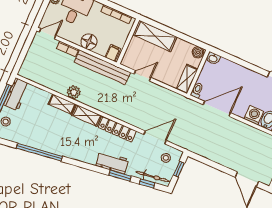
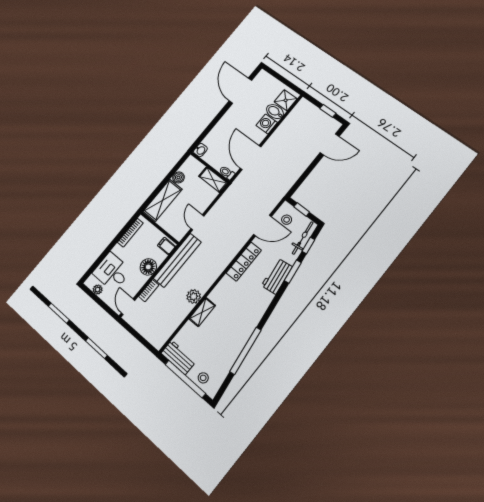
boiler: (198, 52) -> (178, 177), moved
shelving: (87, 116) -> (221, 289), removed
door: (155, 137) -> (263, 225), swing flipped

